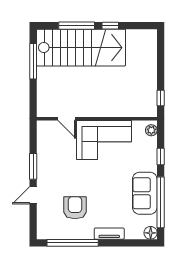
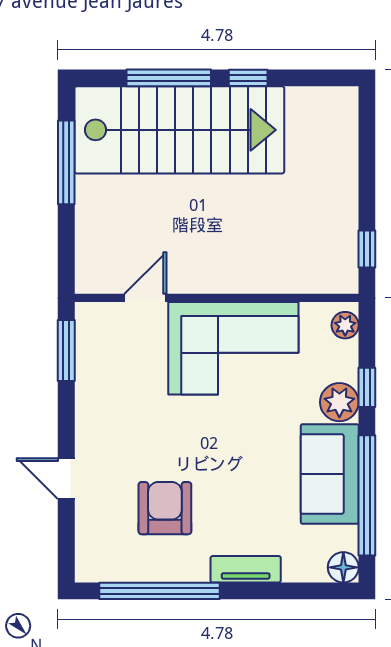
door: (67, 119) -> (145, 298), swing flipped
plant: (149, 163) -> (339, 402), added
window: (33, 166) -> (66, 351), moved
door: (33, 195) -> (66, 479), hinge flipped

